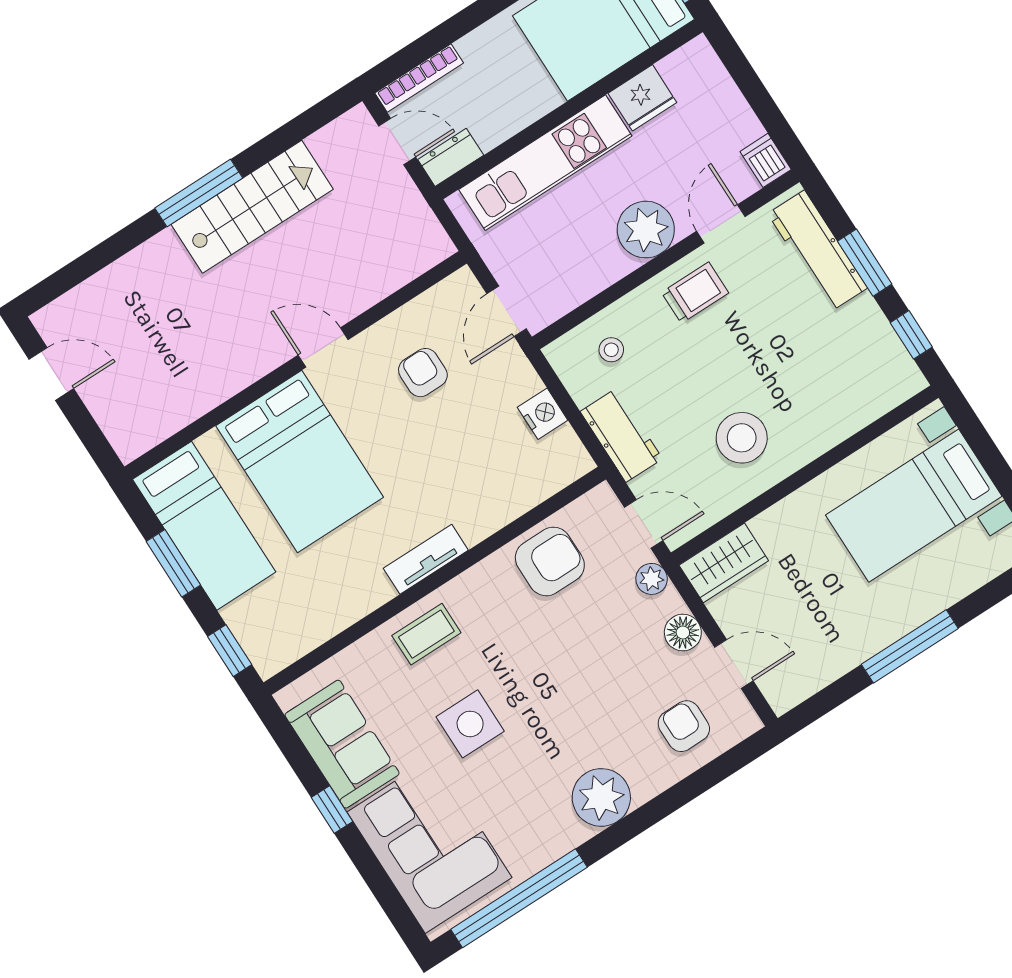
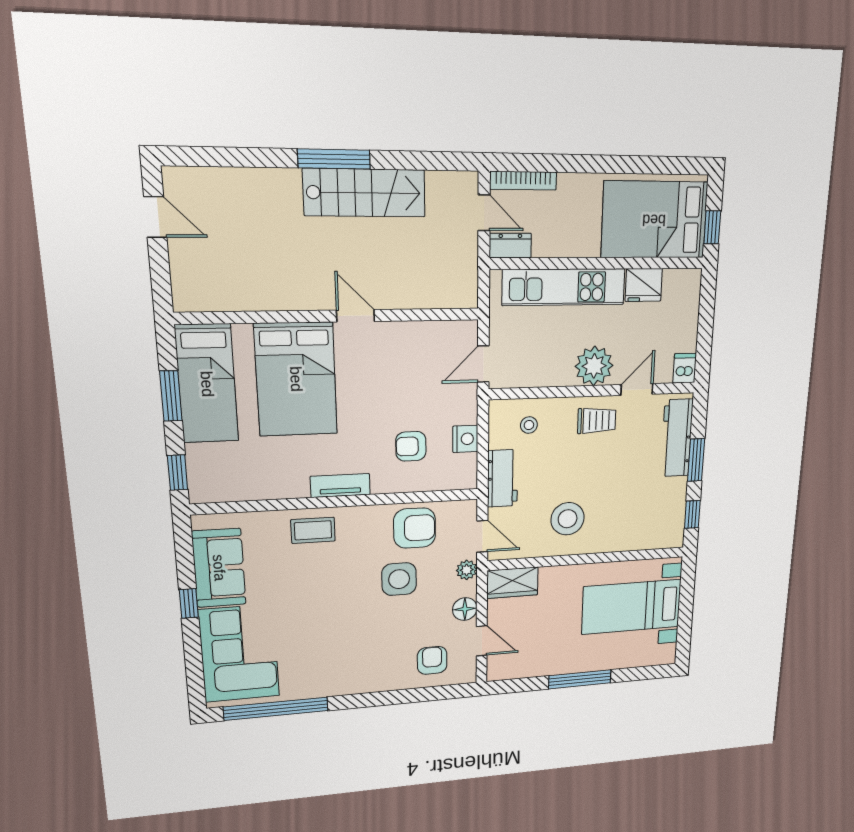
armchair: (423, 373) -> (411, 446), moved, turned -90
side table: (470, 724) -> (399, 579), moved
plant: (601, 797) -> (360, 676), removed

